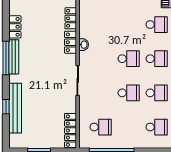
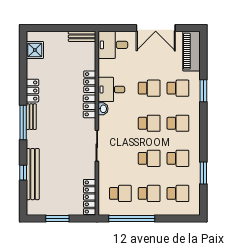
school desk: (129, 25) -> (149, 88), added
desk: (92, 26) -> (111, 89), added
bench: (14, 57) -> (31, 117), width x0.73
school desk: (129, 127) -> (149, 193), added

